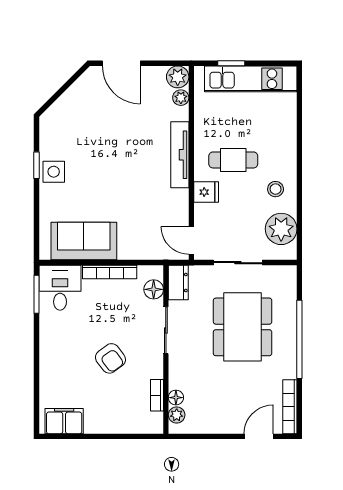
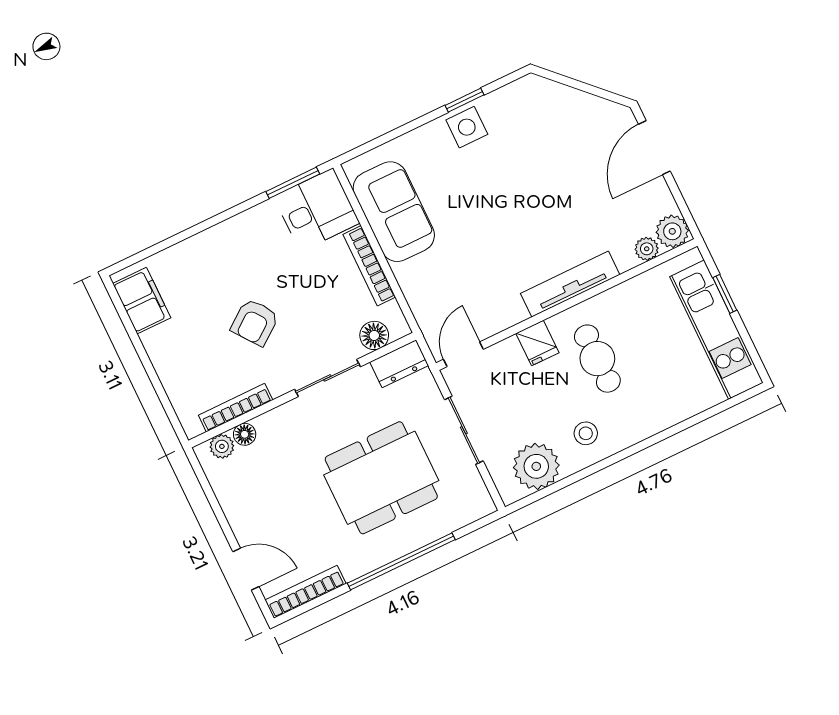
bookcase: (157, 395) -> (236, 408), width x1.56

